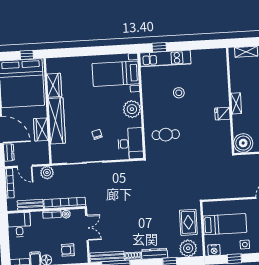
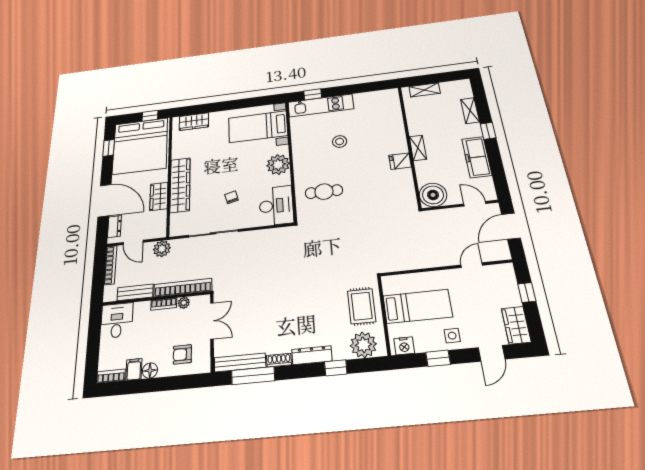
wardrobe: (54, 85) -> (194, 122), moved, turned 90

